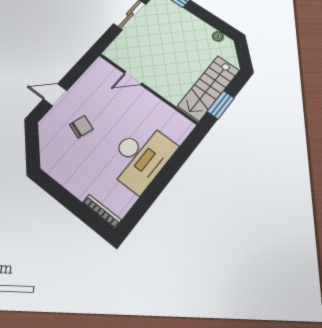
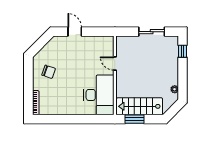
chair: (81, 127) -> (49, 72), moved
desk: (141, 156) -> (99, 95), moved, turned -90

